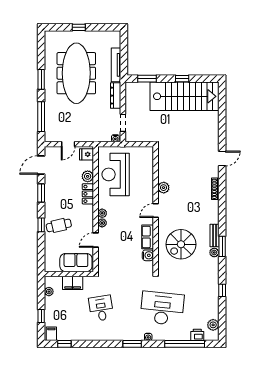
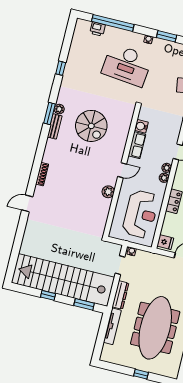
stairs: (185, 96) -> (63, 280), width x1.36
plant: (88, 176) -> (170, 219), removed
plant: (164, 188) -> (108, 192), moved
wall: (156, 209) -> (122, 172), moved
door: (156, 211) -> (122, 170), moved
row of seats: (148, 237) -> (137, 145), moved
spiral stairs: (181, 244) -> (91, 126), turned 90
water cooler: (148, 255) -> (141, 126), moved
plant: (213, 325) -> (79, 35), removed

